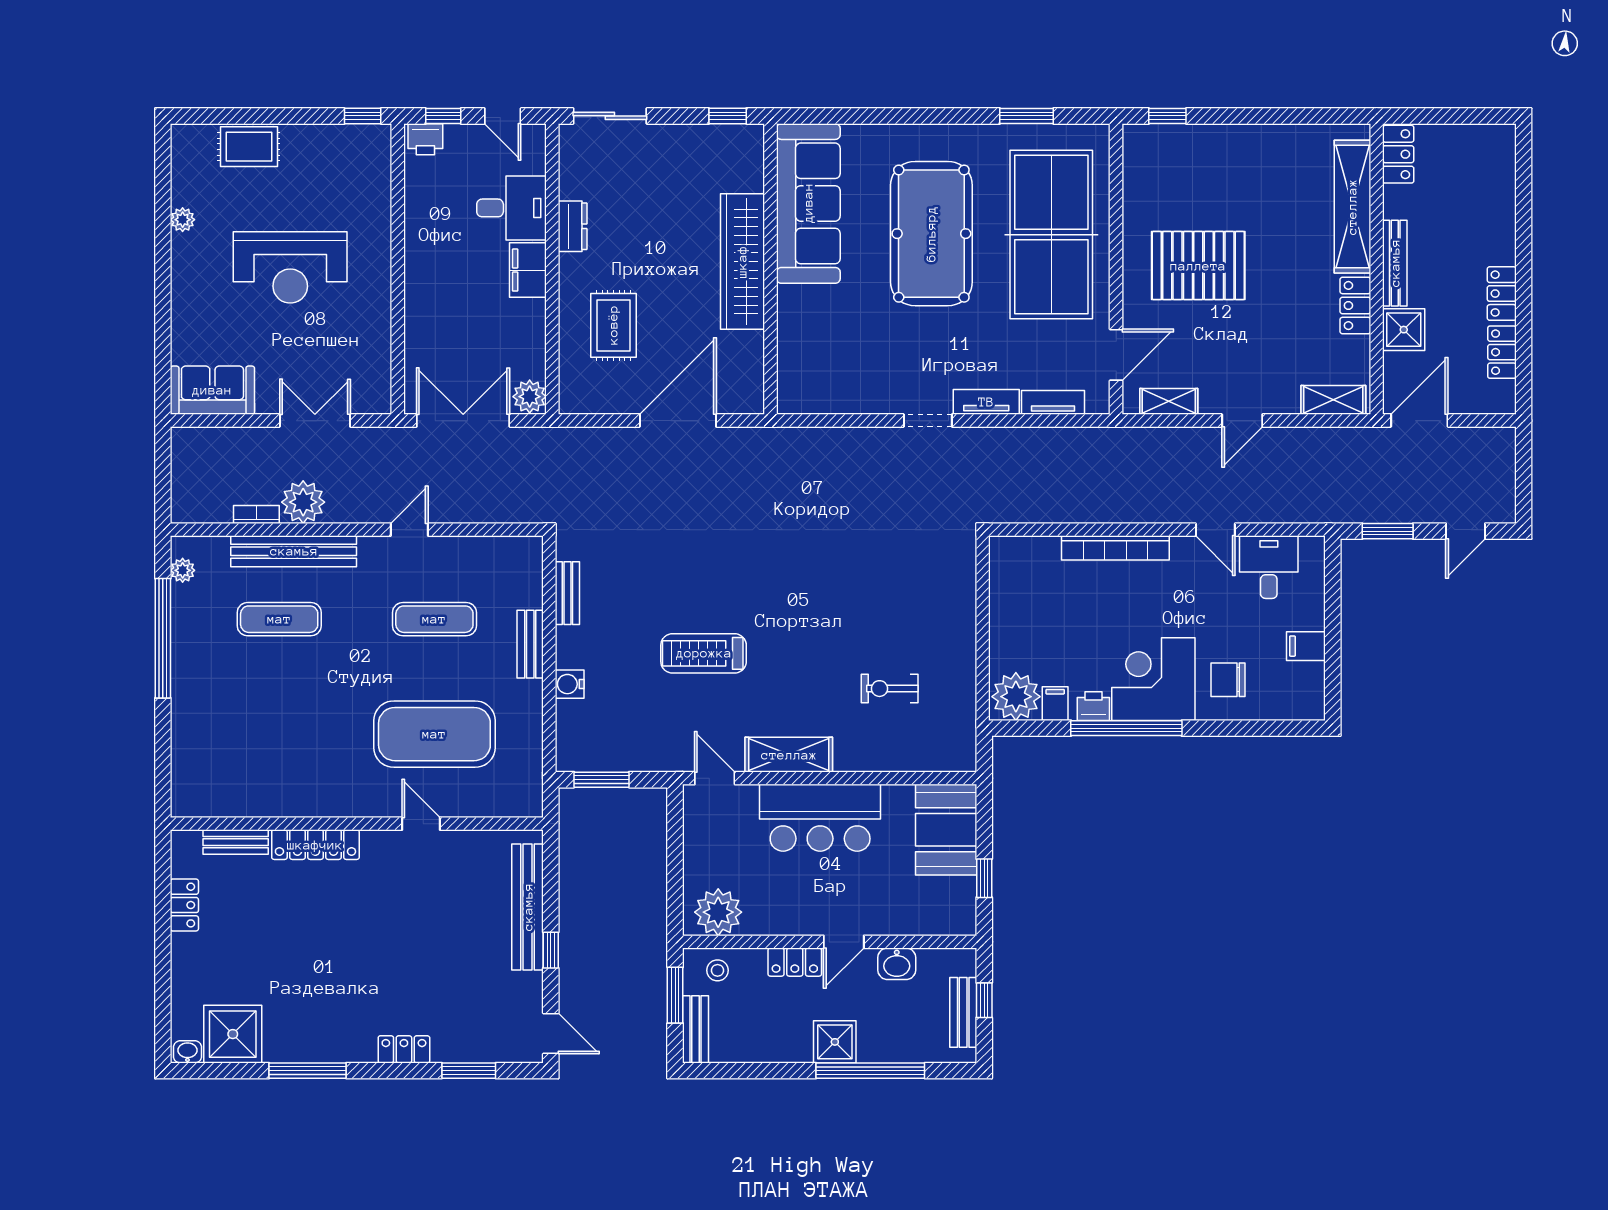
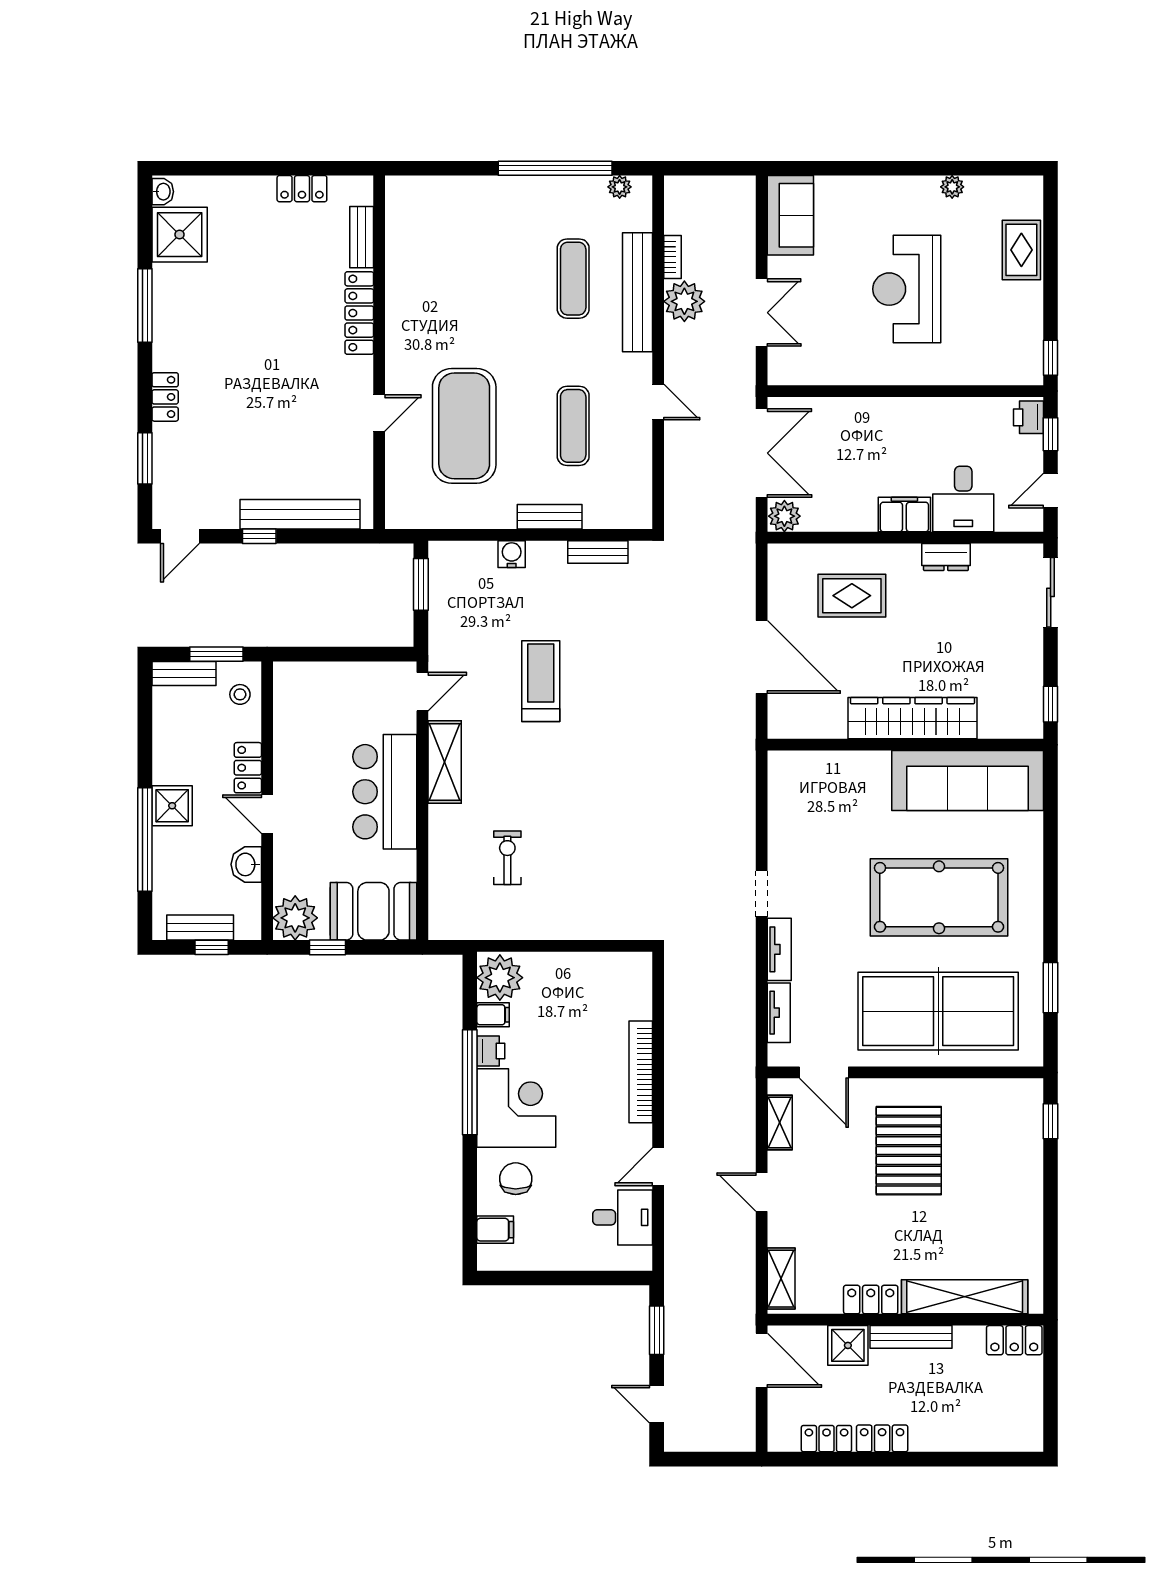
filing cabinet: (1306, 646) -> (495, 1230), moved, turned 90
plant: (718, 912) -> (295, 918), moved

